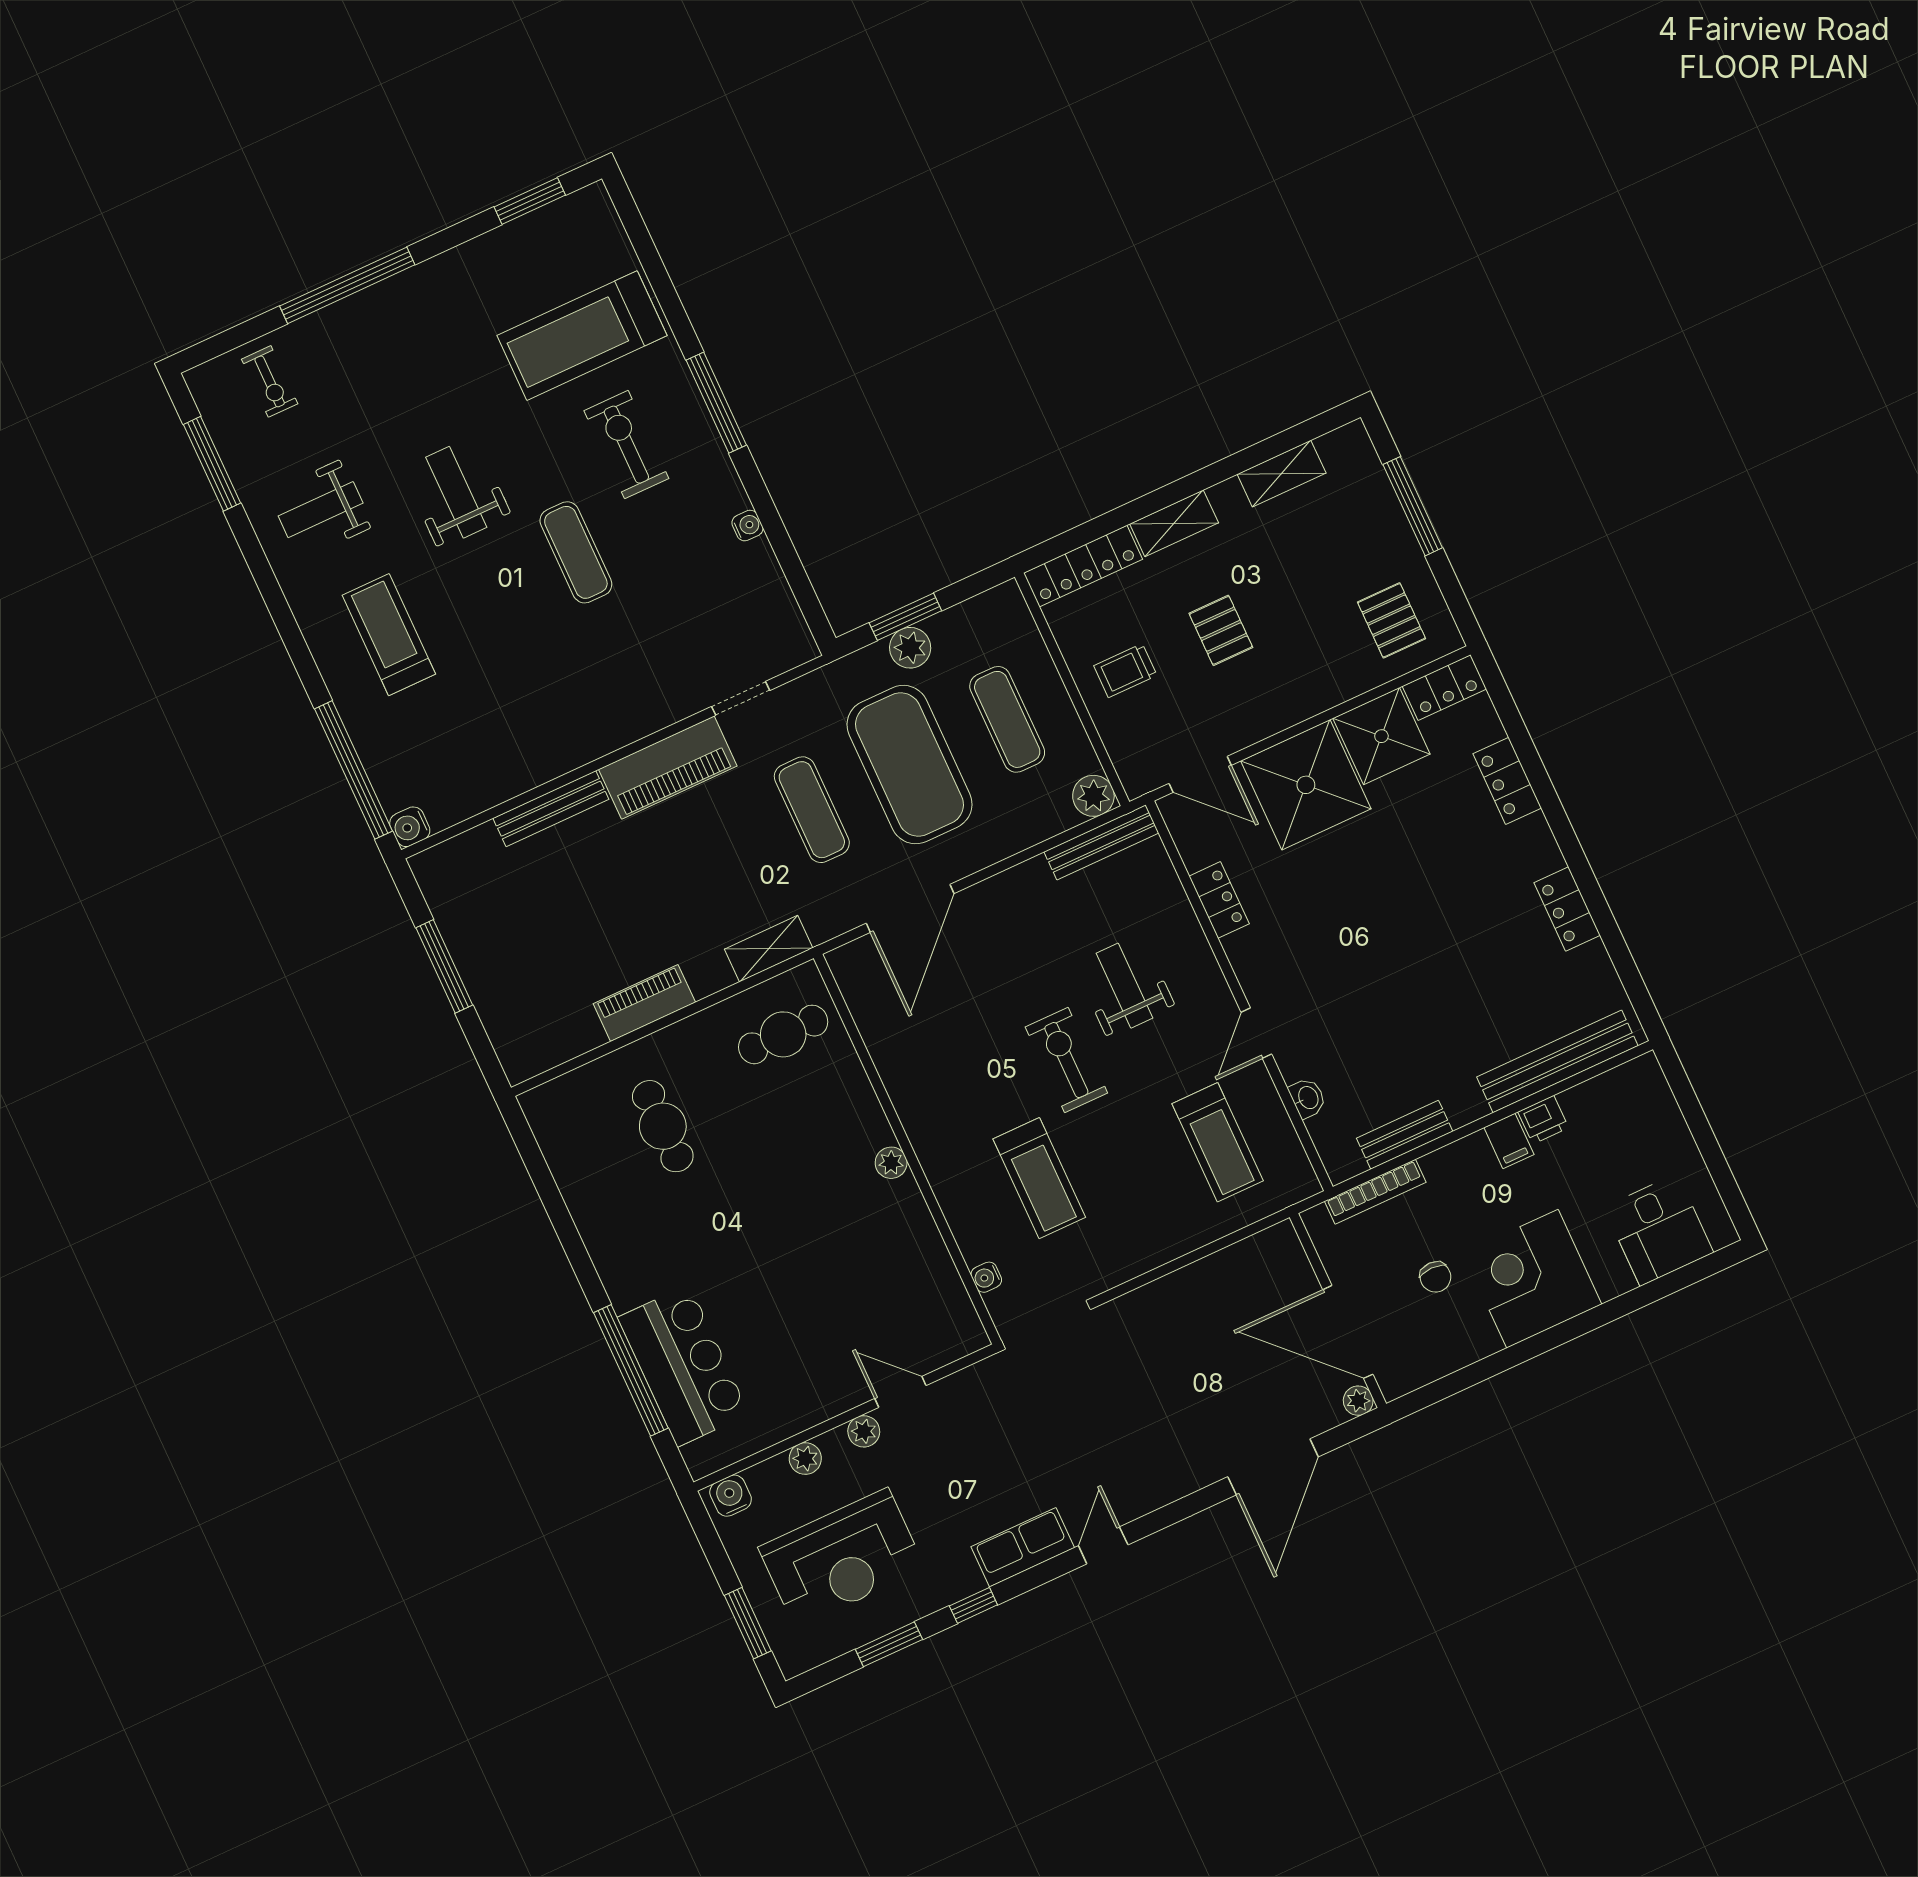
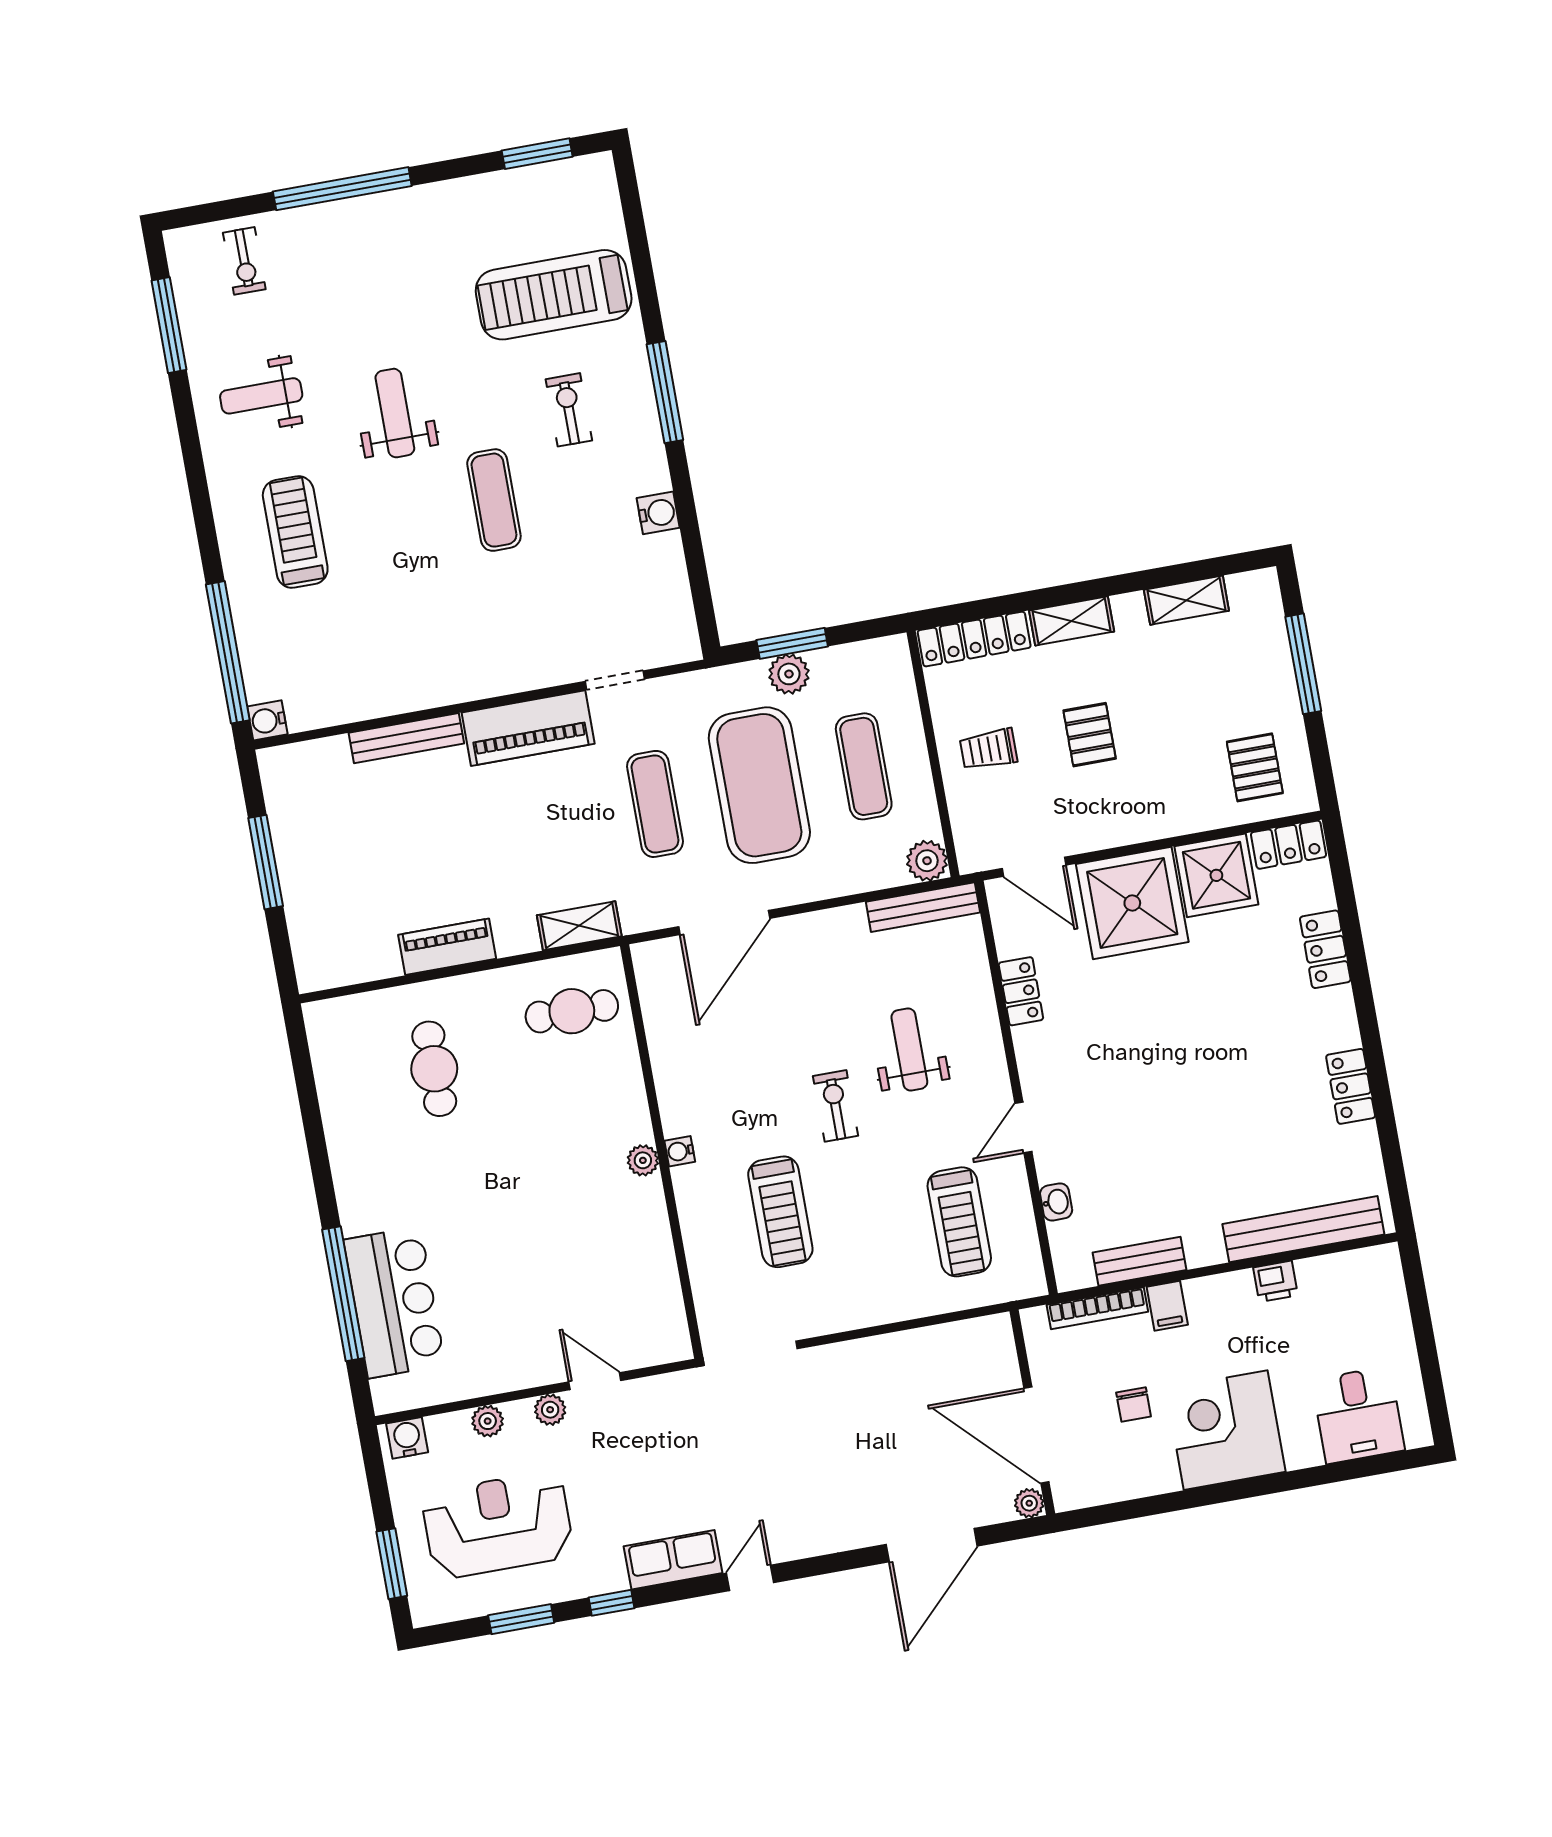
exercise bike: (626, 445) -> (569, 410), width x0.73, depth x0.72
water cooler: (747, 526) -> (658, 513), width x1.38, depth x1.38
exercise bike: (1066, 1060) -> (836, 1106), width x0.73, depth x0.72
filing cabinet: (1509, 1141) -> (1167, 1306), moved
water cooler: (986, 1277) -> (680, 1151), moved
reception desk: (842, 1558) -> (498, 1525), turned 180

